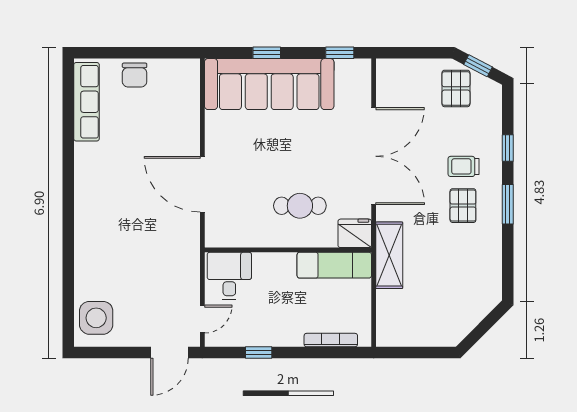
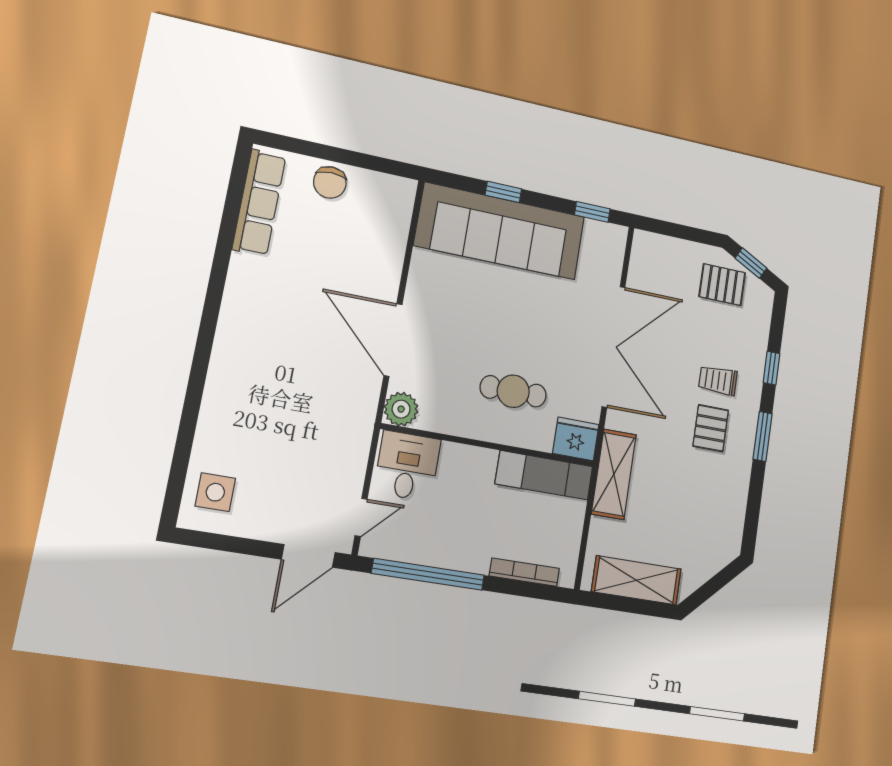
pallet: (456, 88) -> (722, 285), turned 90
plant: (217, 235) -> (401, 409), added
side table: (96, 318) -> (215, 492), width x0.73, depth x0.73
shelving: (420, 333) -> (636, 580), added
window: (259, 352) -> (428, 574), width x3.17

